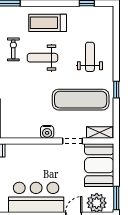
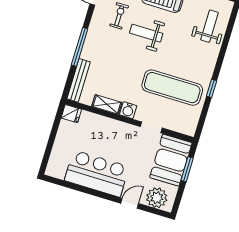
weight bench: (90, 57) -> (209, 26), moved
shelving: (100, 132) -> (107, 104), moved
window: (116, 198) -> (187, 169), moved

